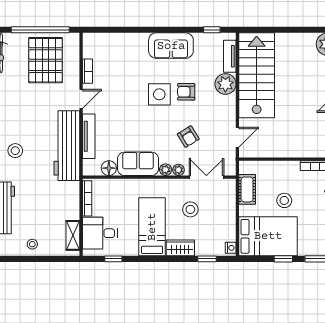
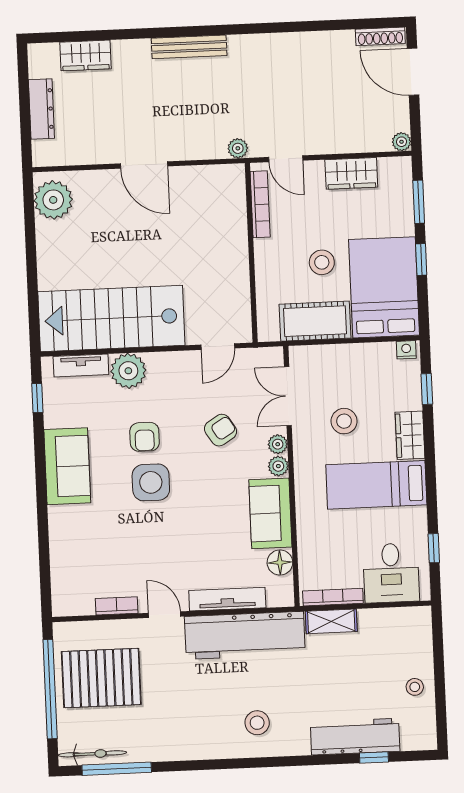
door: (237, 137) -> (218, 347), swing flipped
cot: (247, 189) -> (315, 321), width x1.37, depth x1.34
shelving: (73, 235) -> (331, 621), moved

